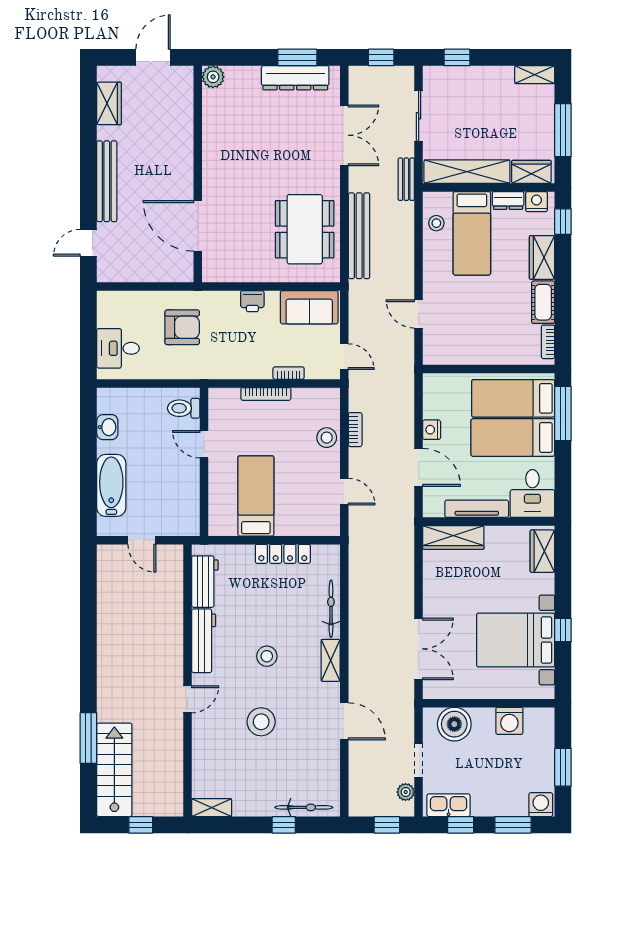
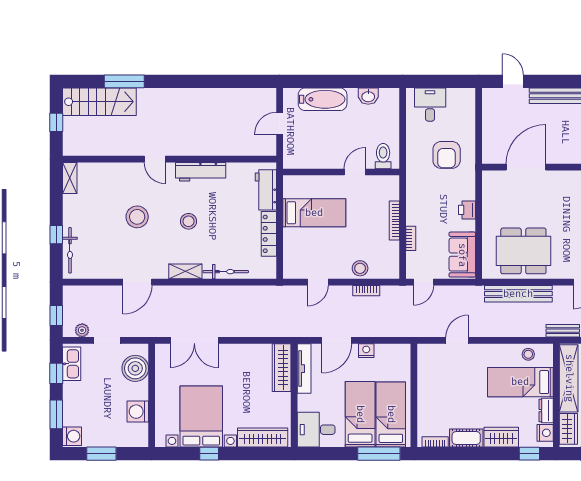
tv unit: (477, 509) -> (304, 369), moved
wardrobe: (542, 551) -> (263, 437), width x1.50
workbench: (205, 582) -> (266, 190), moved, turned 90

